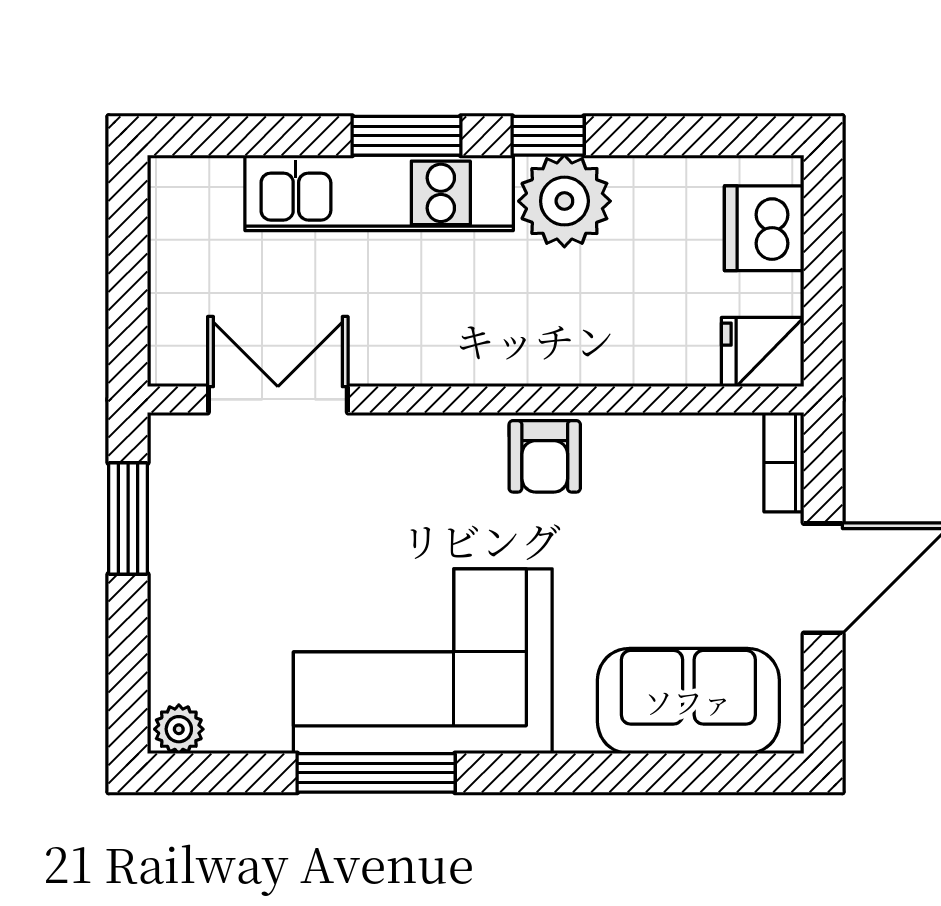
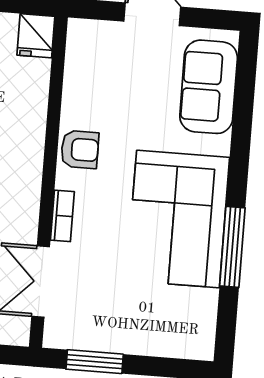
bookcase: (784, 462) -> (62, 216), moved, turned -90
plant: (179, 729) -> (203, 344), removed

